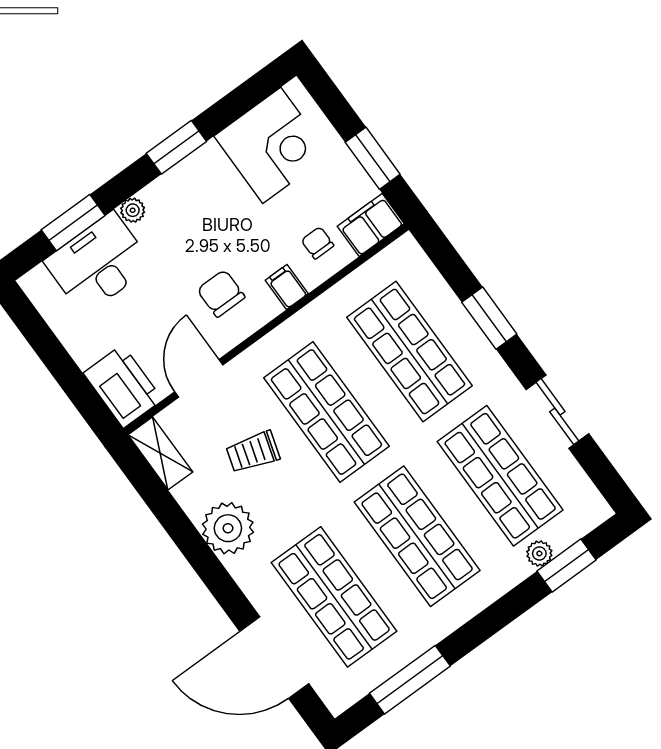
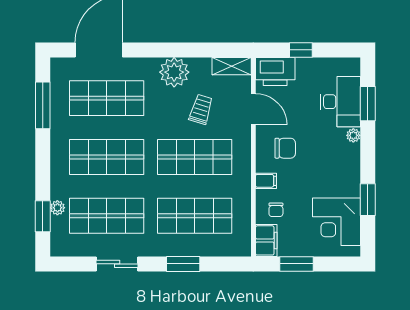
window: (176, 147) -> (368, 200), moved
chair: (317, 243) -> (276, 210), turned 90
window: (66, 372) -> (301, 50), added

